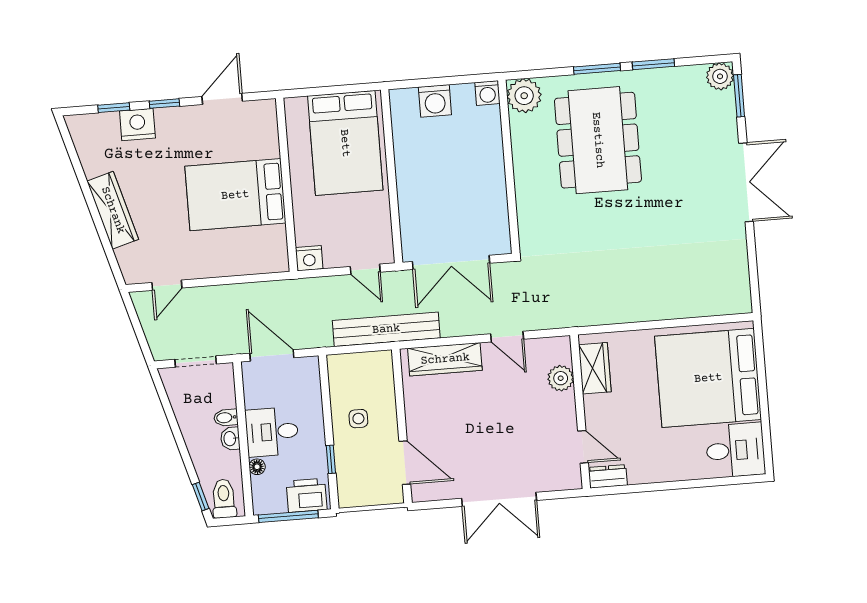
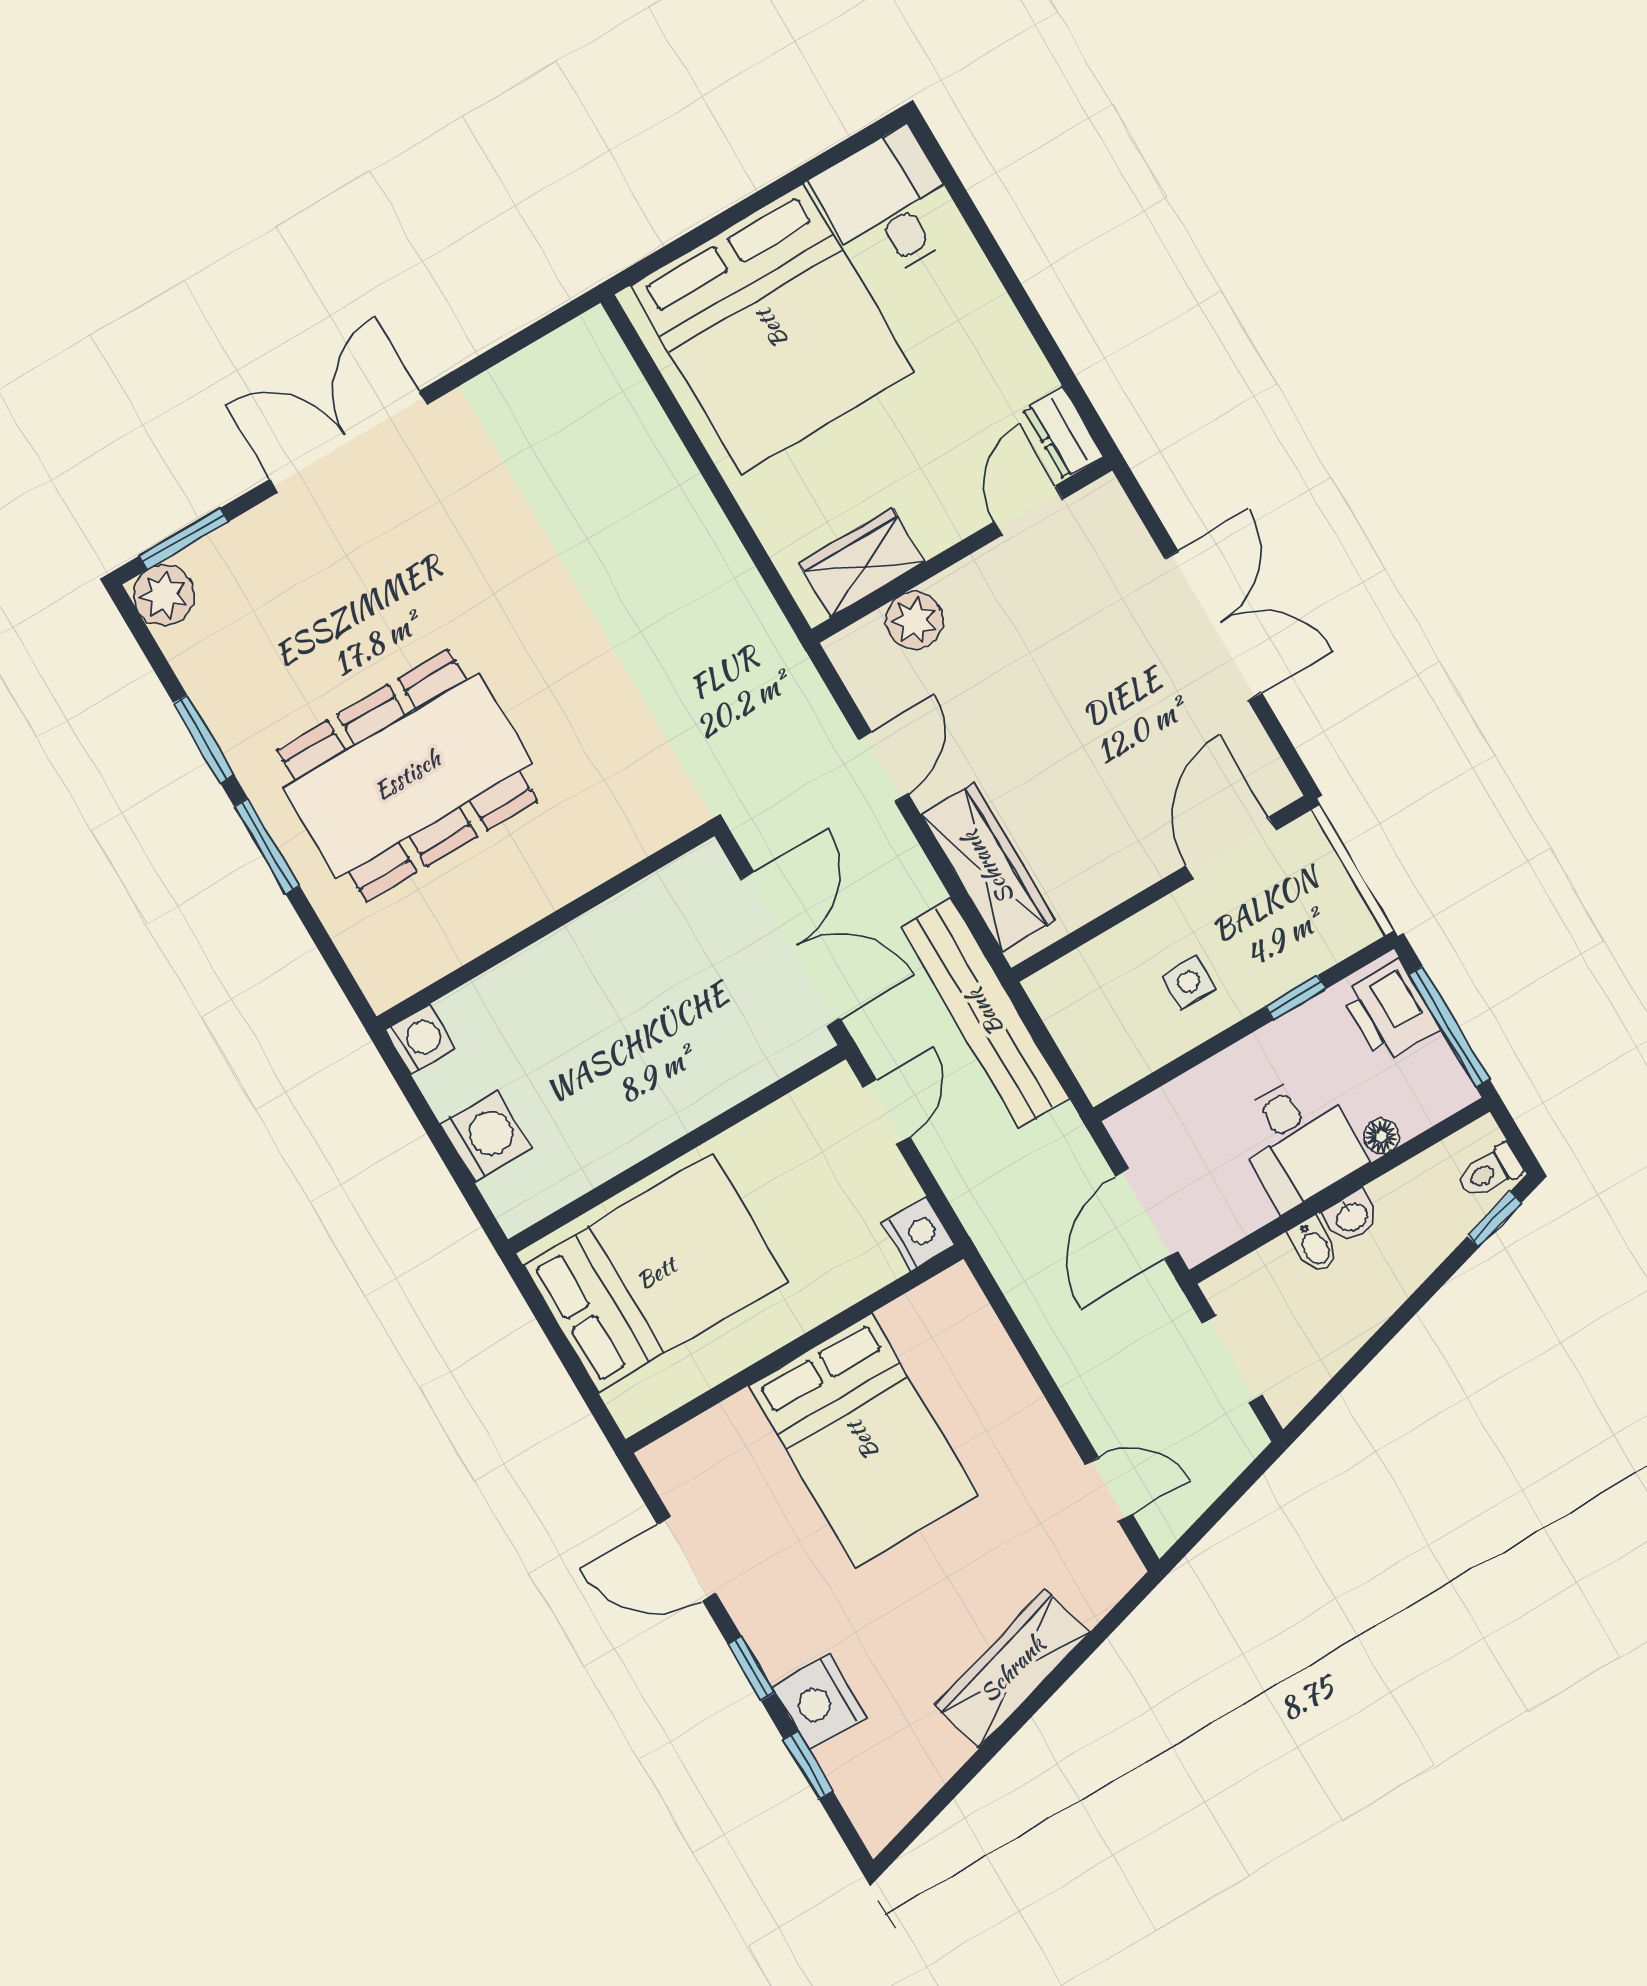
plant: (524, 96) -> (390, 964), removed
toilet: (224, 499) -> (1490, 1172), width x0.73, depth x0.72

